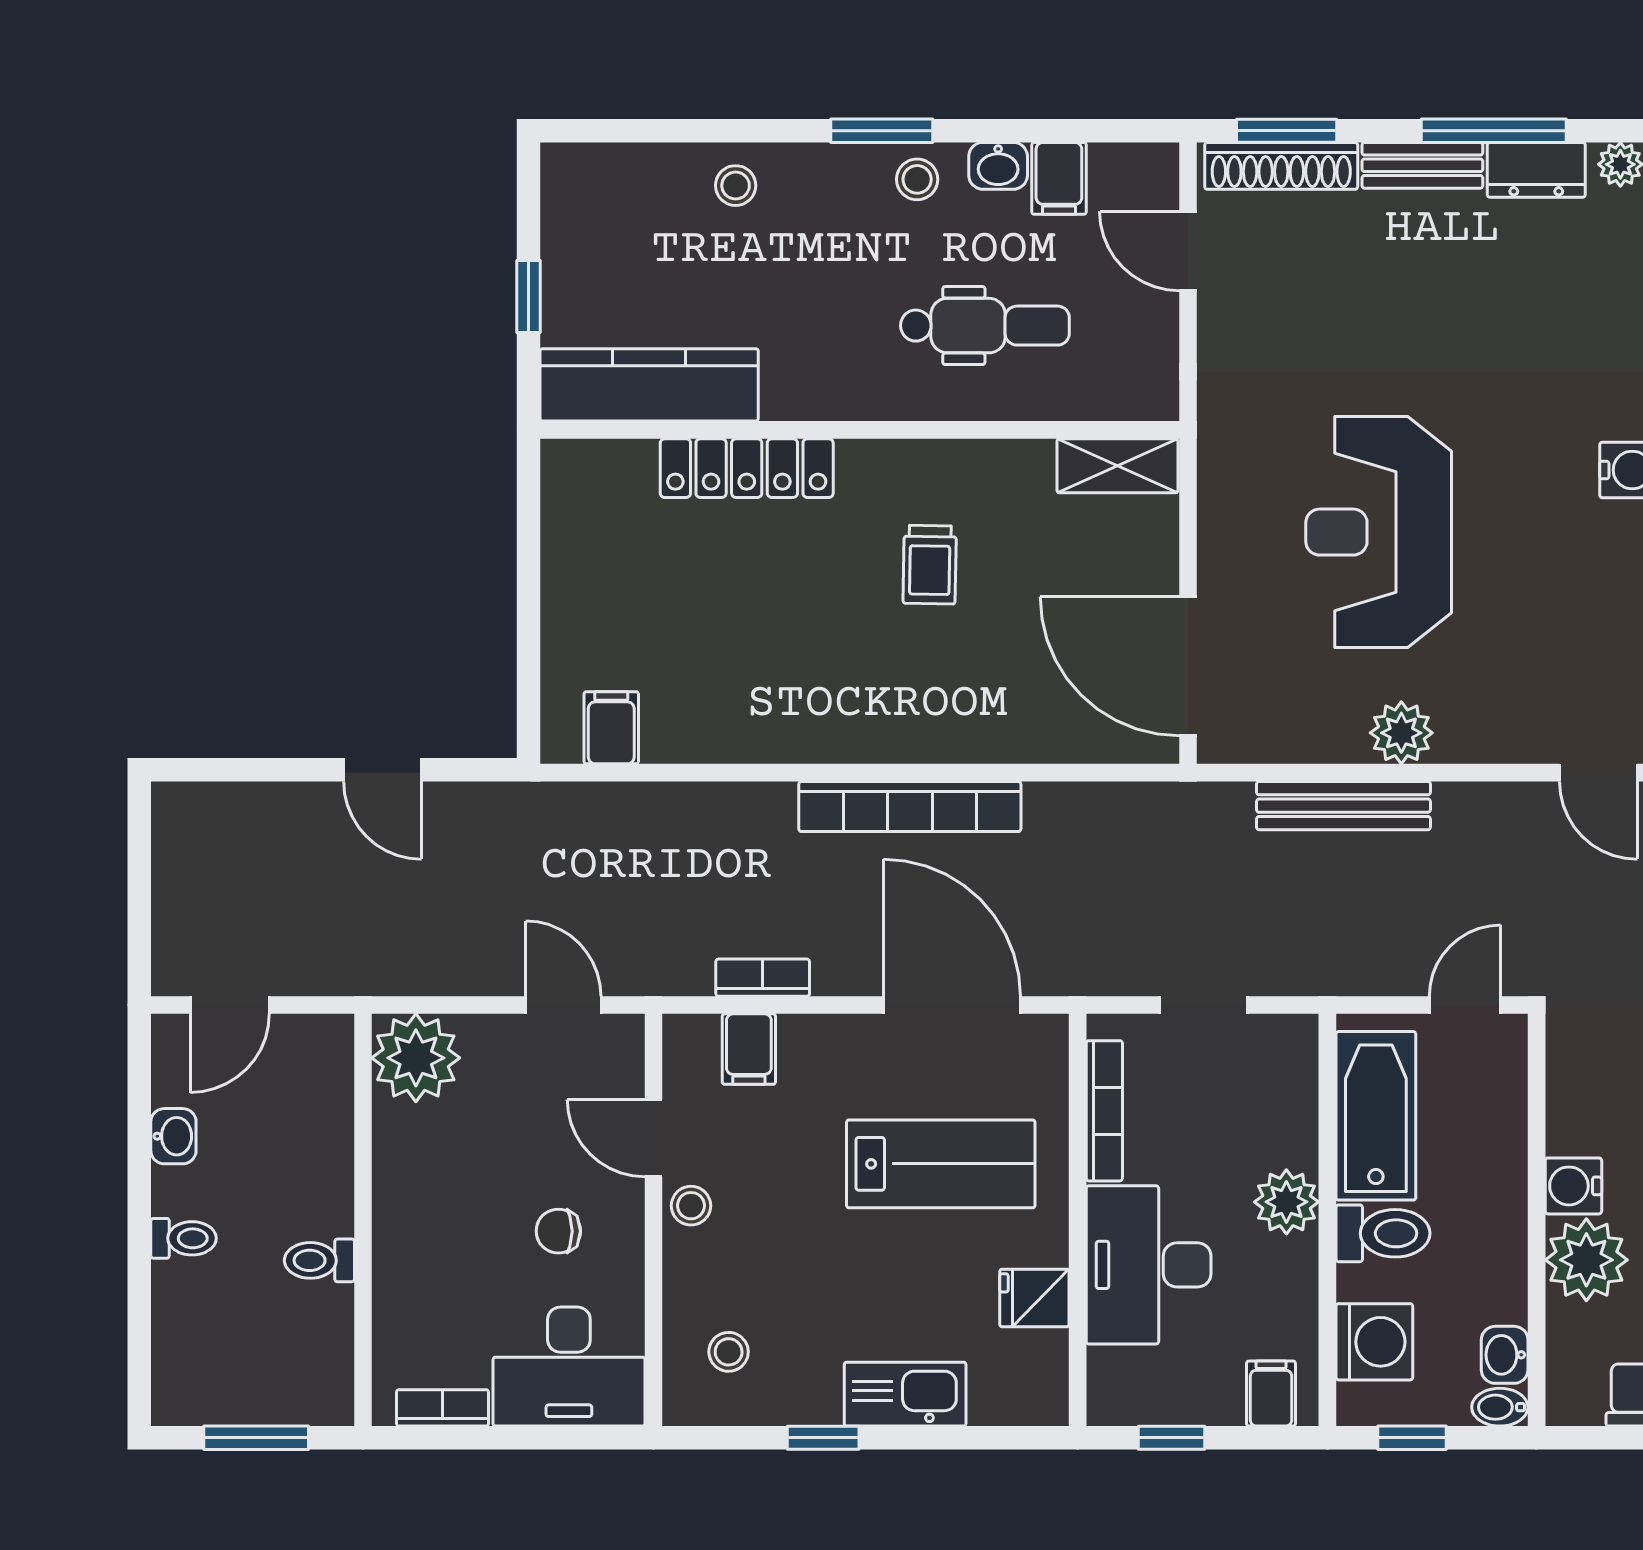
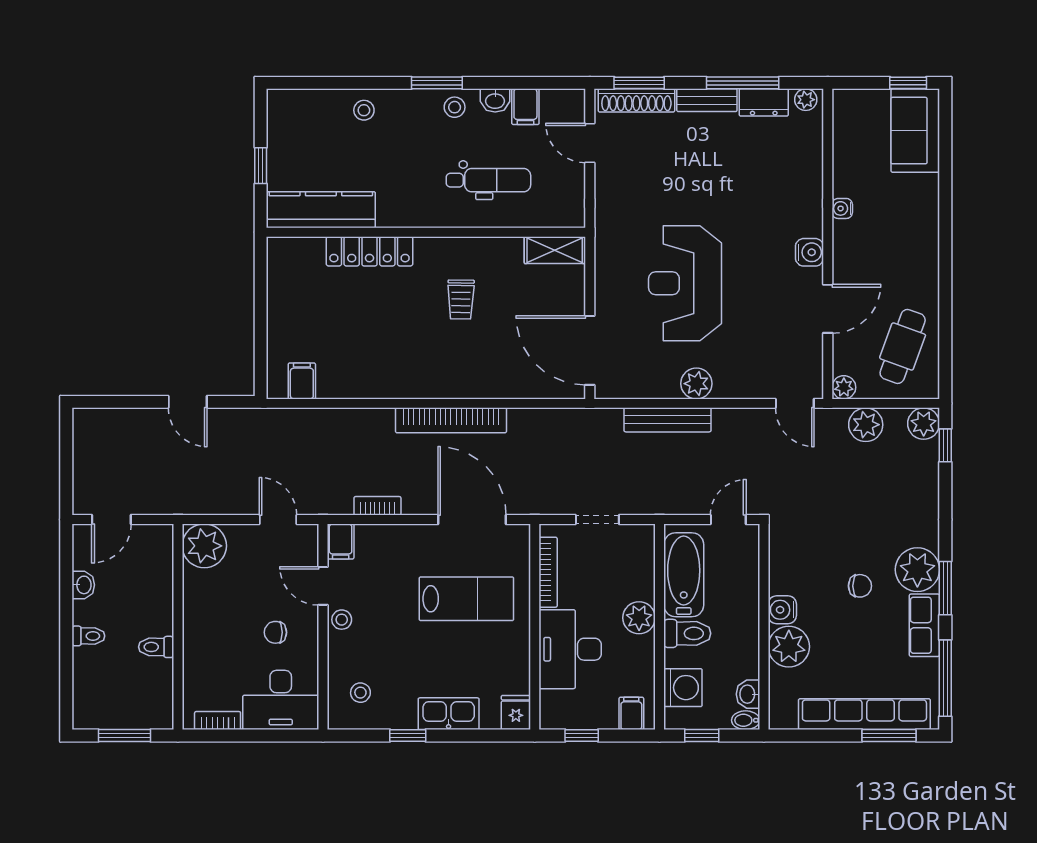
filing cabinet: (749, 1049) -> (341, 541), moved
fridge: (1034, 1298) -> (516, 713), moved, turned 90

